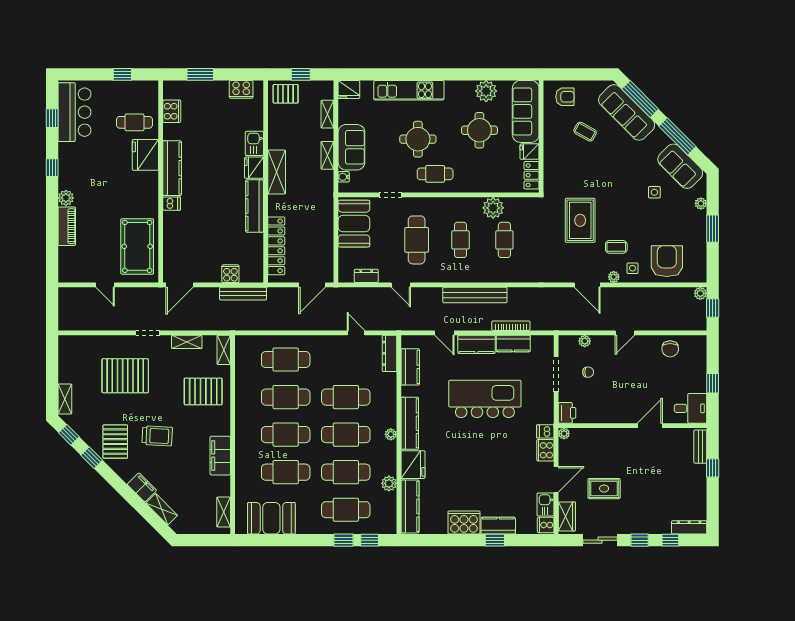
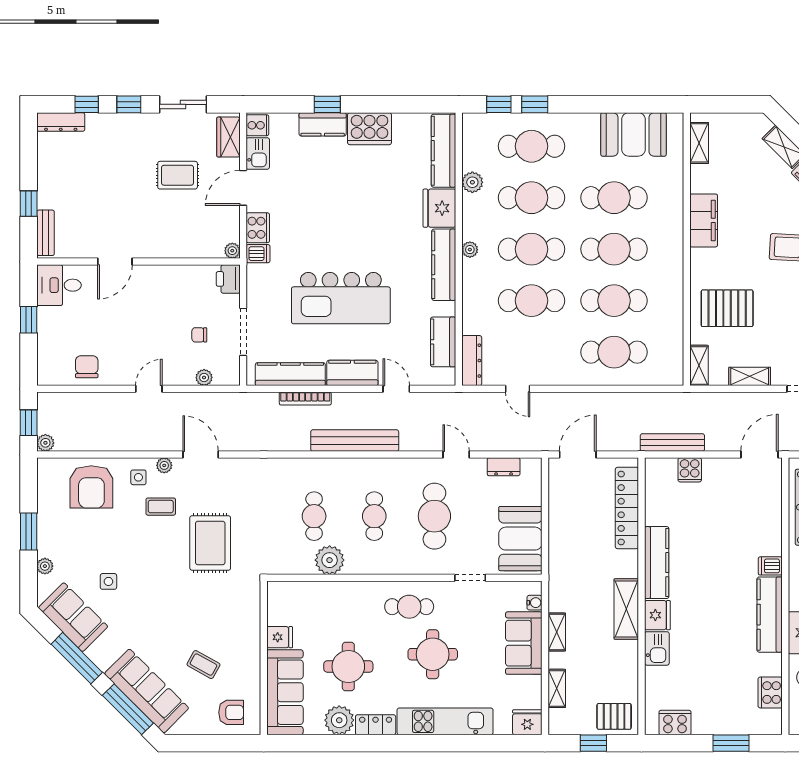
armchair: (565, 97) -> (231, 712), turned 180
locker: (532, 175) -> (376, 725), moved, turned -90
kitchen counter: (513, 343) -> (290, 374), width x1.50

